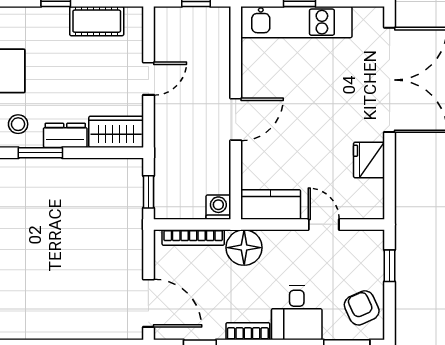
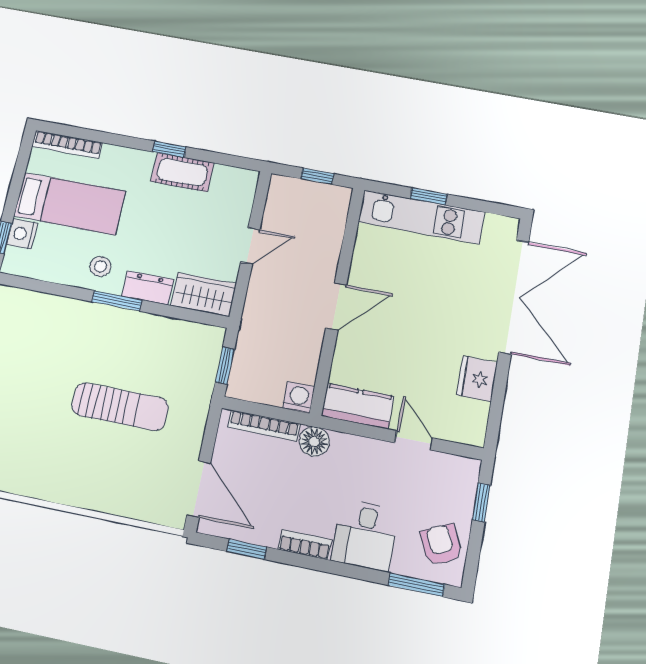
cot: (97, 21) -> (182, 172), moved
sun lounger: (65, 246) -> (120, 407), added
floor lamp: (244, 248) -> (314, 442), width x0.73, depth x0.73

